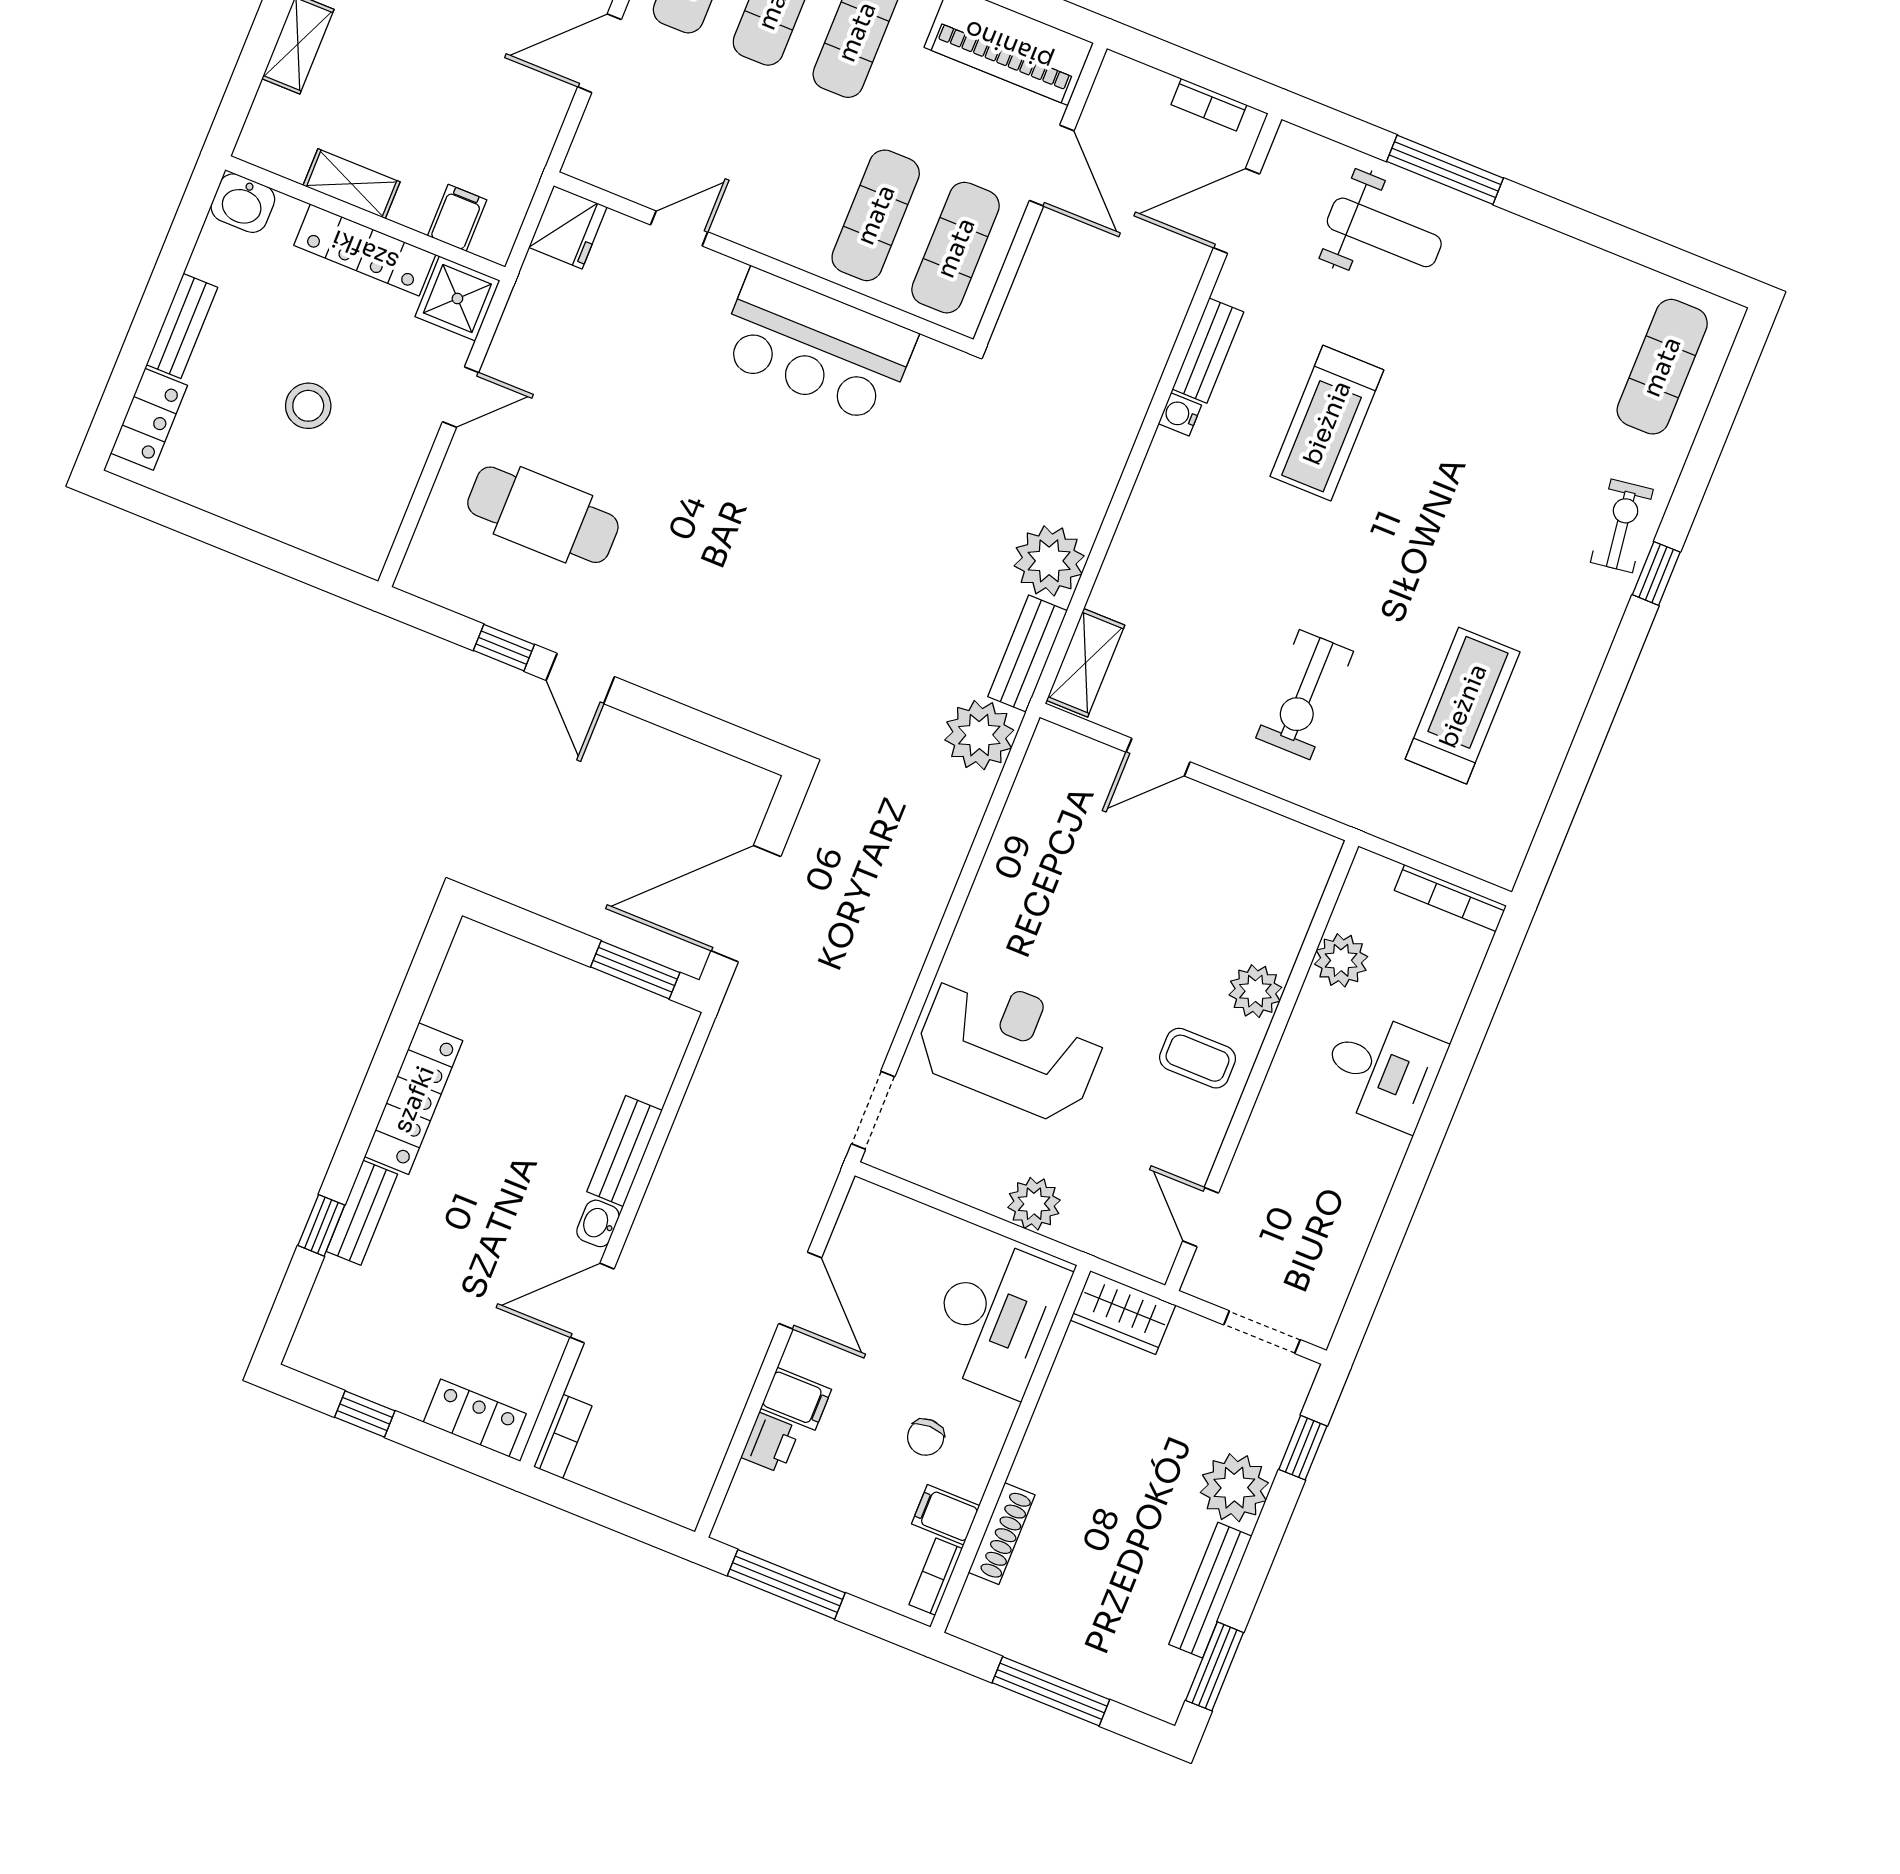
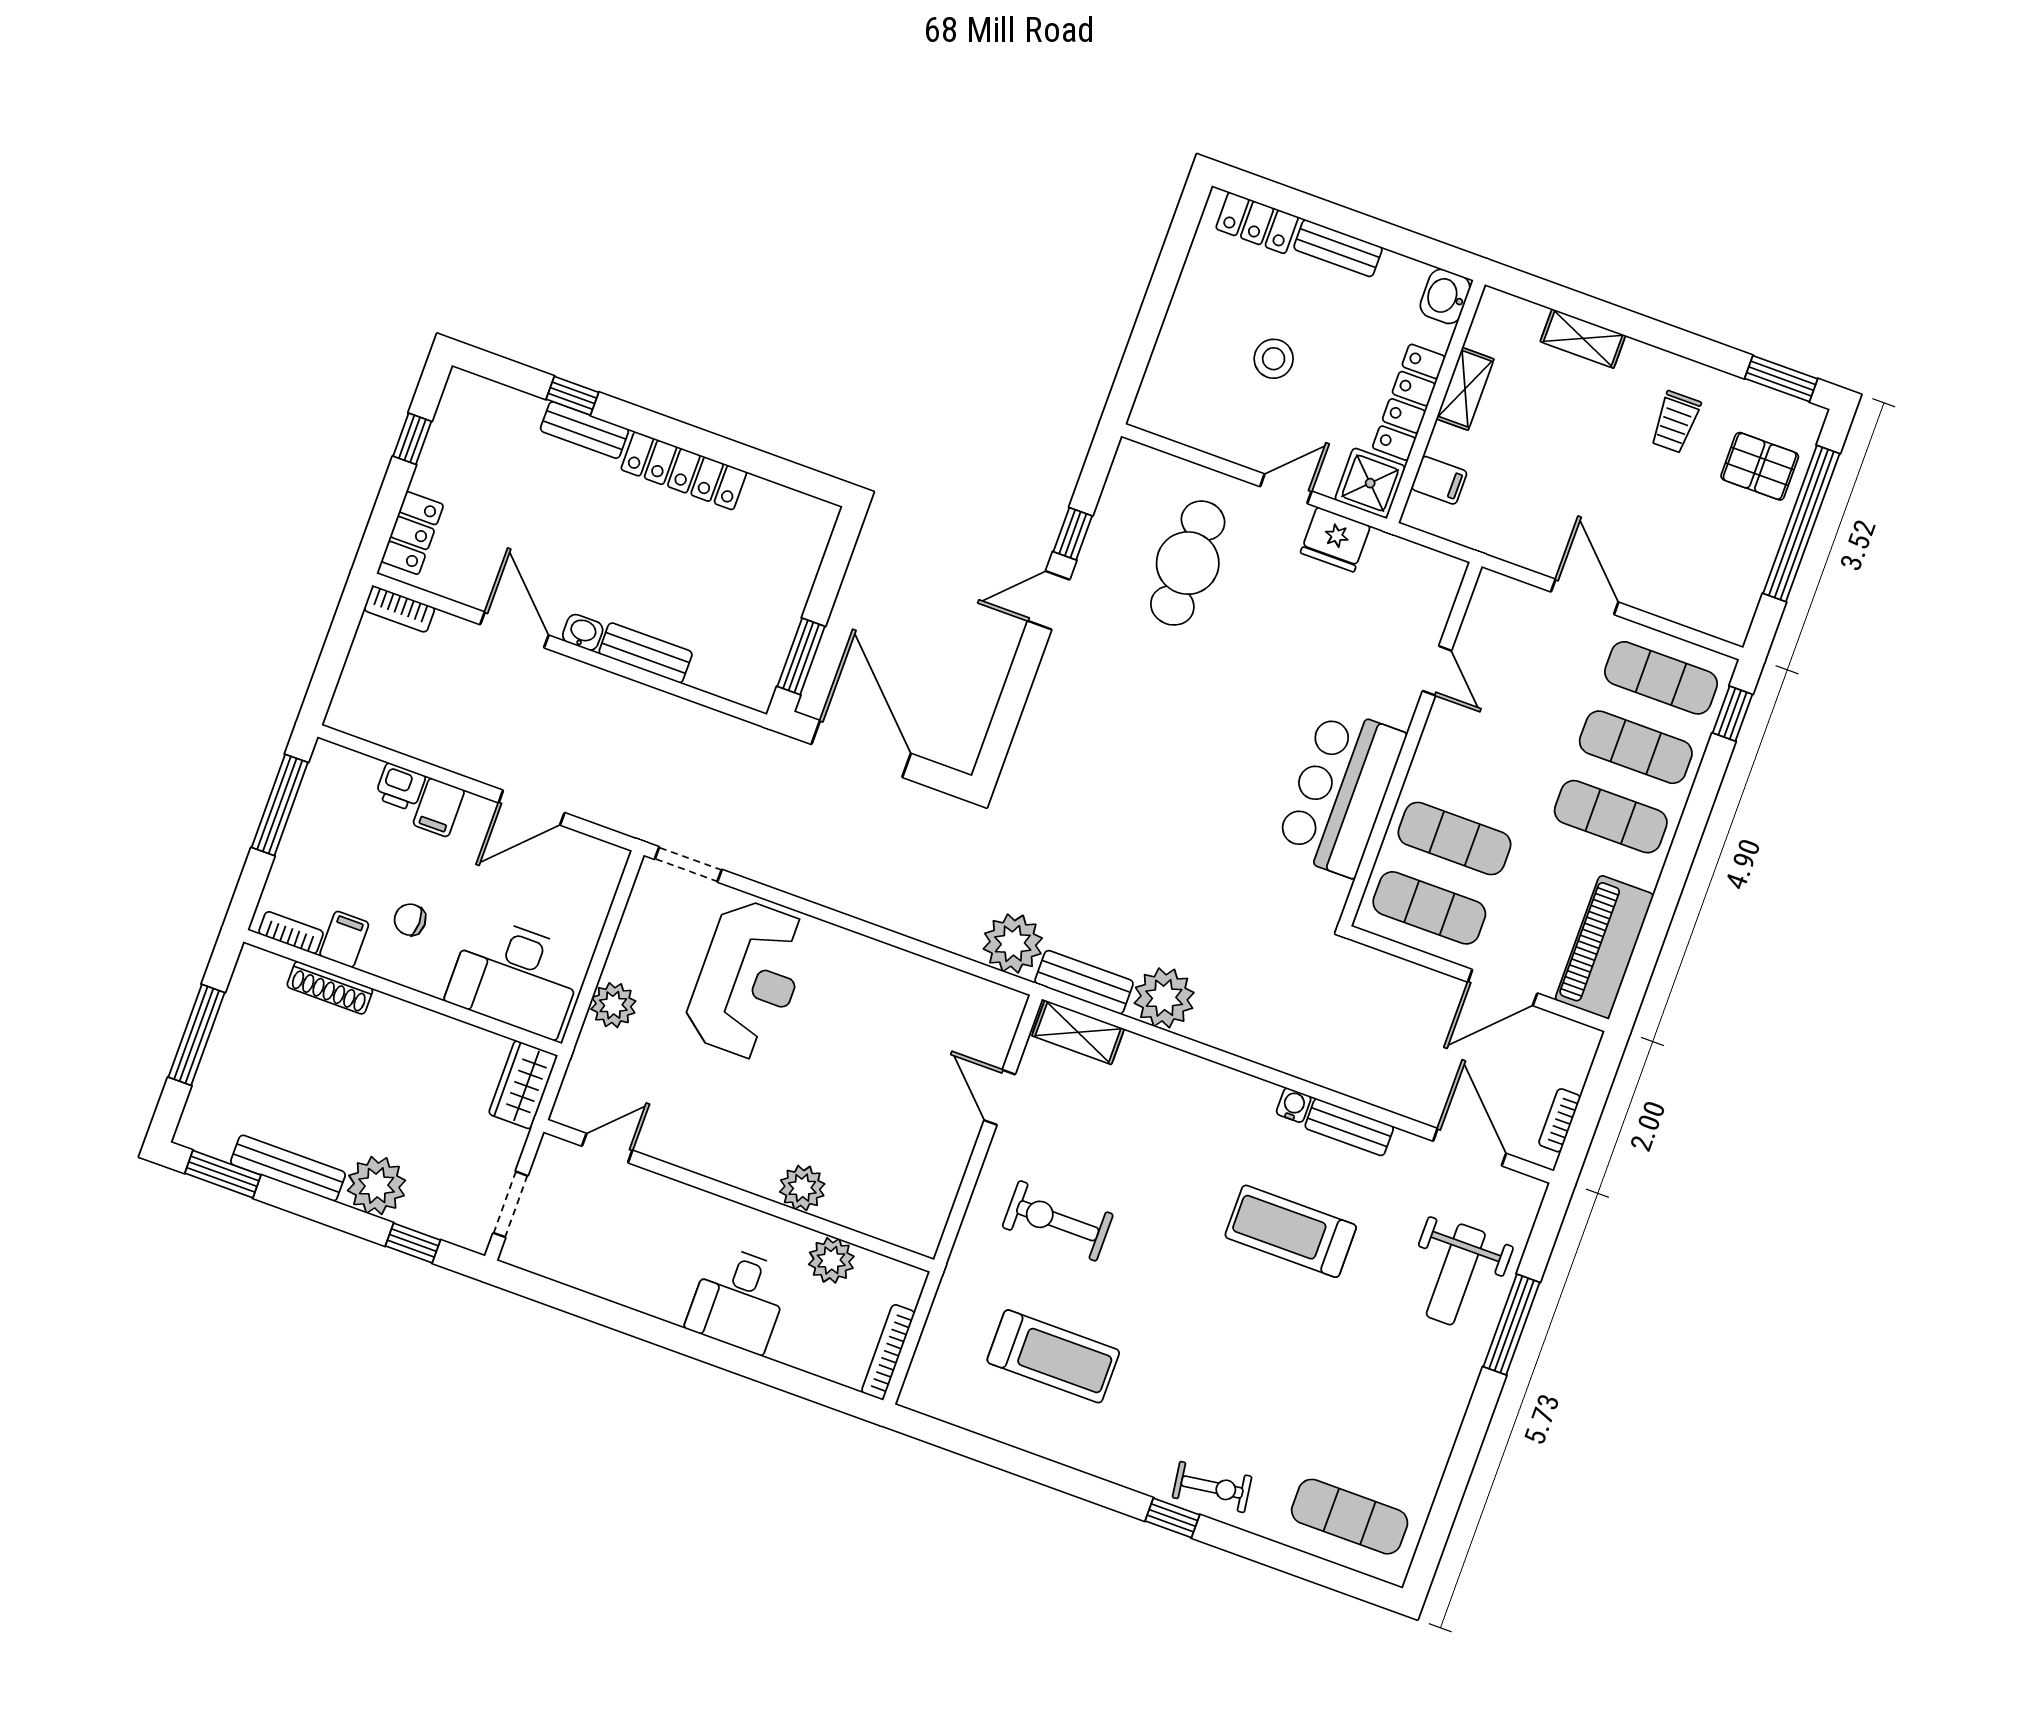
fridge: (568, 227) -> (1335, 539), moved
door: (461, 397) -> (1286, 489), swing flipped
coffee table: (1198, 1058) -> (743, 1141), removed

